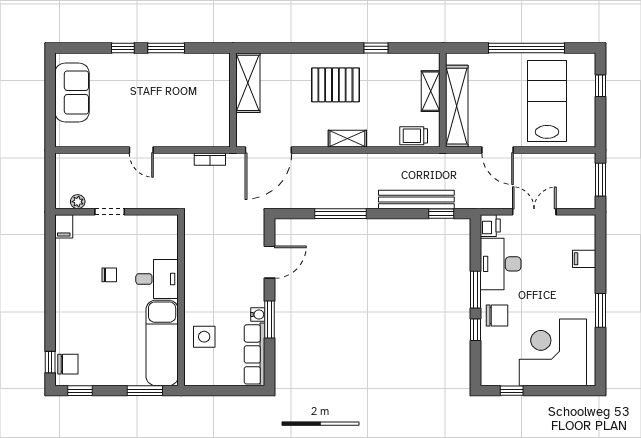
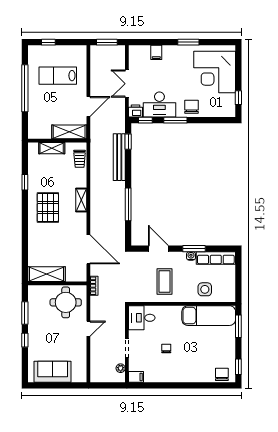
shelving: (248, 83) -> (47, 274), moved
wall: (233, 100) -> (57, 283), moved
lab bench: (547, 101) -> (58, 76), width x0.73, depth x0.72
shelving: (457, 106) -> (69, 132), width x0.68
round table: (183, 114) -> (66, 302), added
coffee table: (217, 272) -> (165, 282), added
desk: (157, 279) -> (142, 318), moved, turned -90
window: (475, 330) -> (145, 120), moved
window: (50, 362) -> (221, 385), removed

